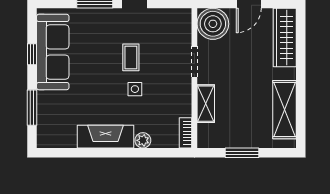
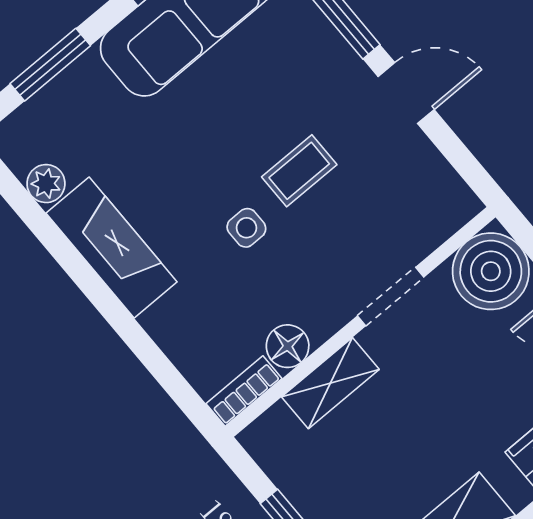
floor lamp: (183, 107) -> (288, 346), added
plant: (143, 140) -> (46, 184), moved

